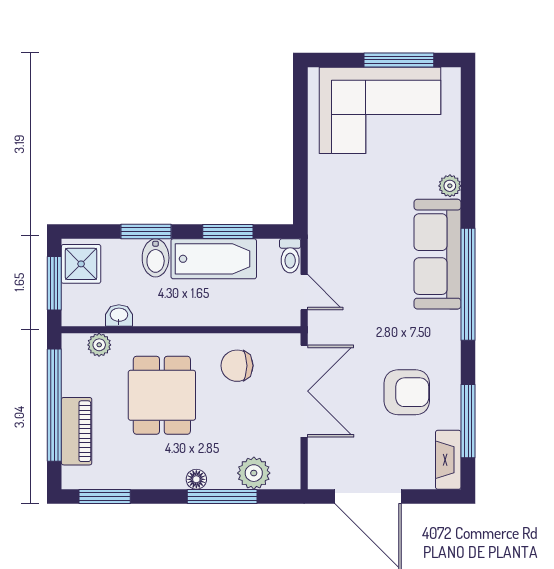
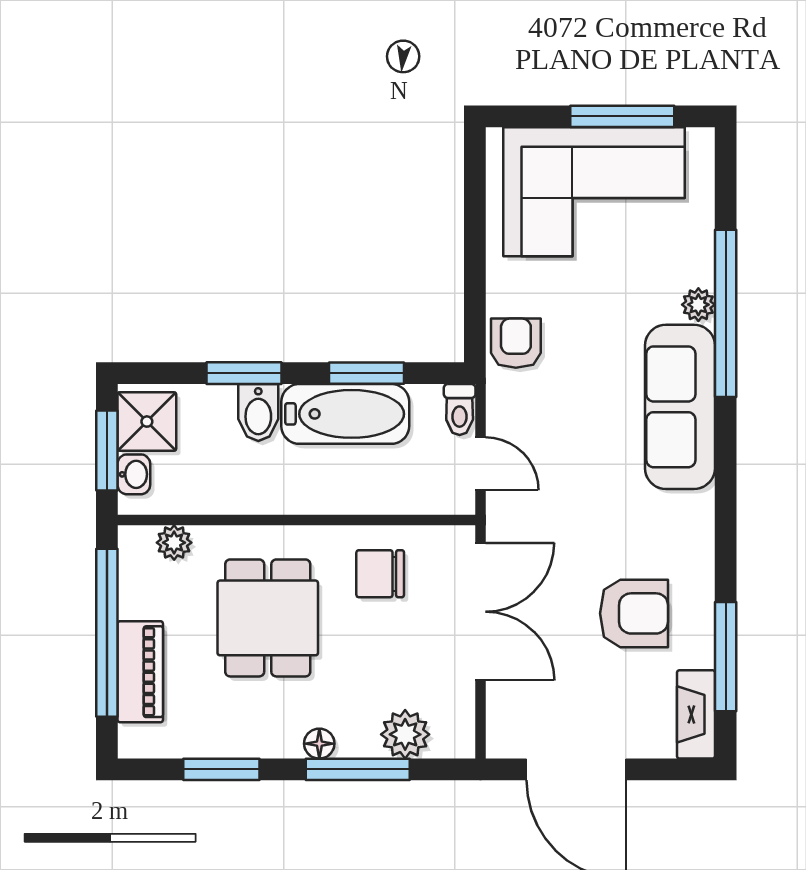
armchair: (328, 211) -> (516, 343), added
window: (468, 284) -> (726, 313), moved
washbasin: (119, 315) -> (134, 474), moved, turned 90
window: (105, 496) -> (221, 769), moved

